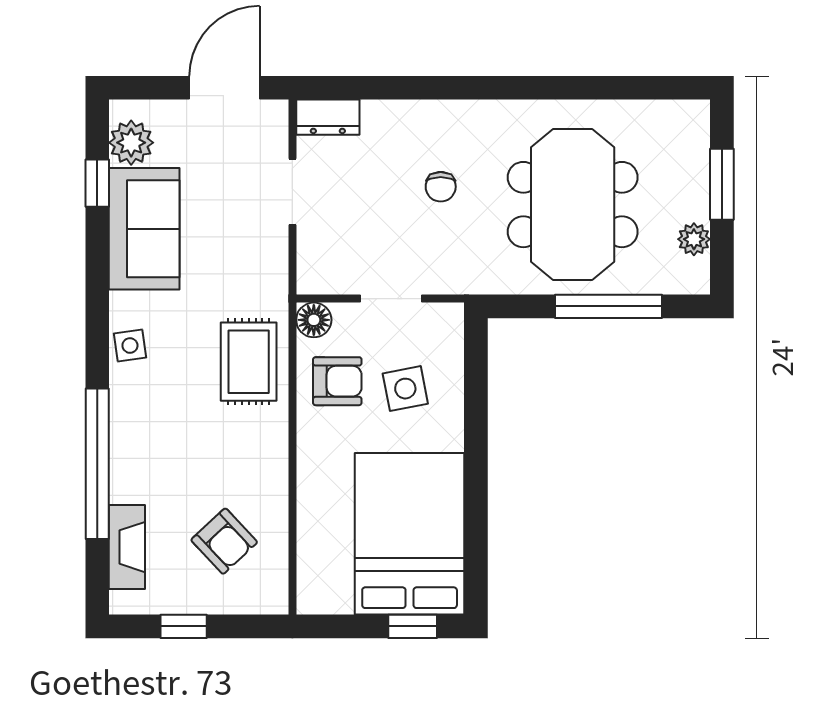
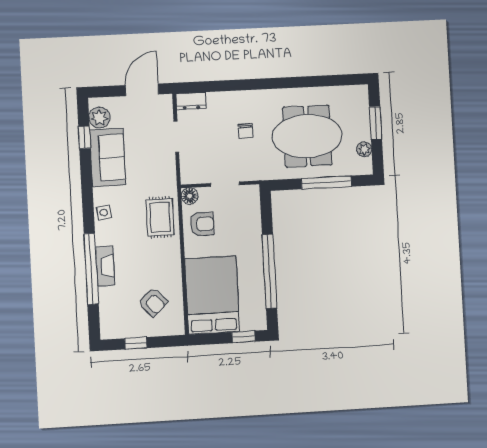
meeting table: (573, 205) -> (307, 136), turned 90
side table: (405, 389) -> (234, 226), removed
window: (476, 490) -> (270, 271), added
bed: (410, 534) -> (212, 295), moved
fireplace: (127, 547) -> (105, 266), moved

